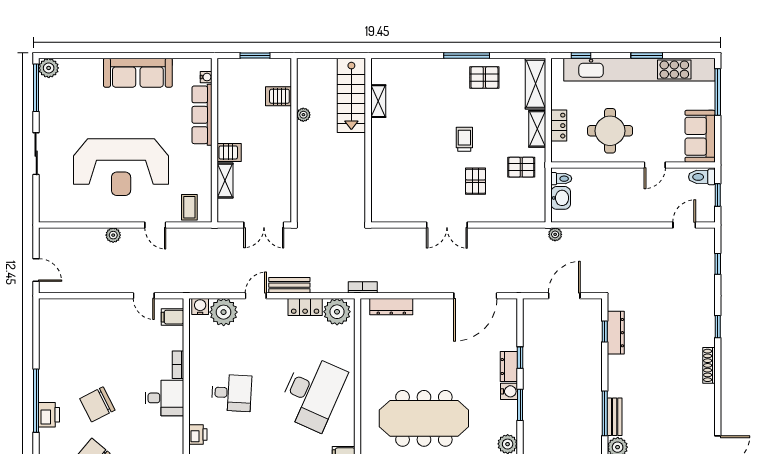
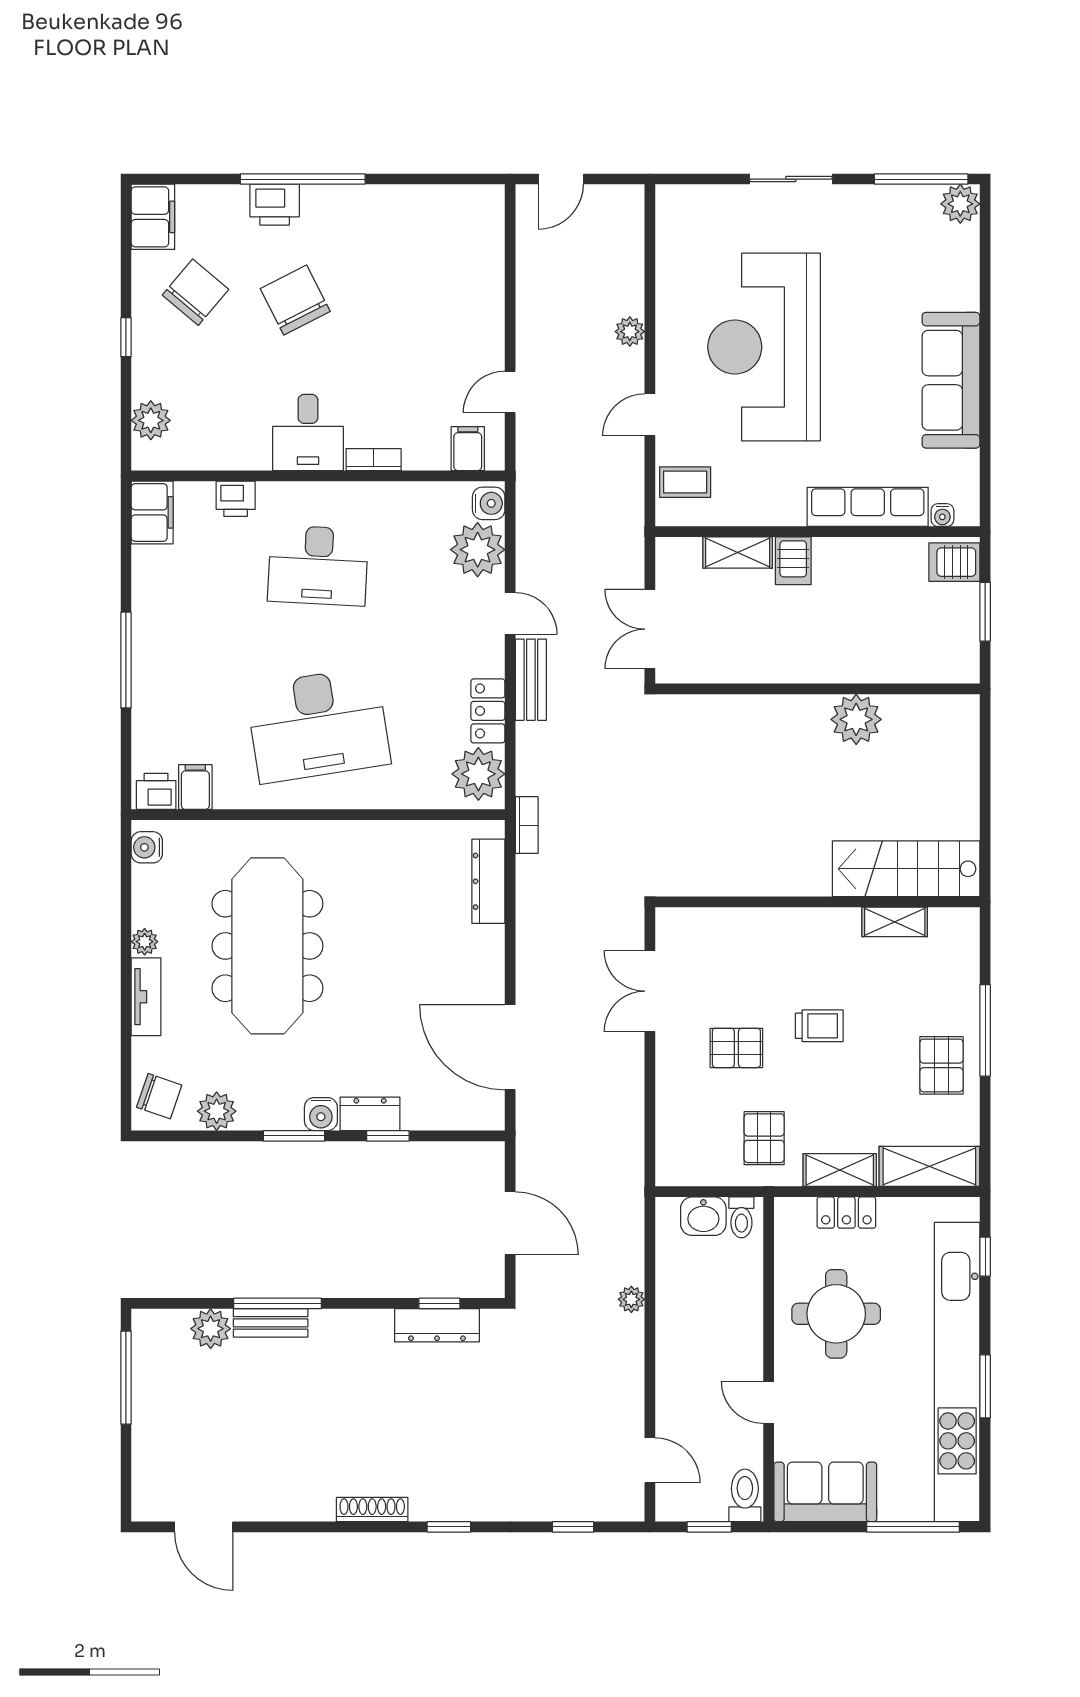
stairs: (351, 95) -> (906, 869), moved
server rack: (278, 96) -> (954, 562), moved, turned -90
shelving: (378, 101) -> (895, 922), moved
plant: (303, 115) -> (856, 719), width x1.88, depth x1.88
wall: (368, 140) -> (817, 902), moved
plant: (555, 234) -> (631, 1299), moved
desk: (232, 393) -> (318, 565), width x1.37
desk: (312, 393) -> (318, 725), turned -33

